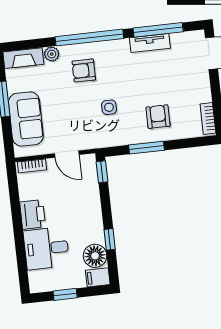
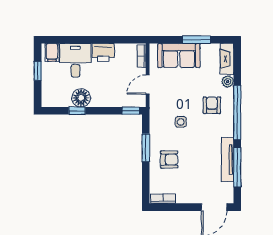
tv unit: (150, 43) -> (228, 160), width x1.41
floor lamp: (95, 256) -> (81, 98), moved
filing cabinet: (98, 277) -> (52, 52), moved, turned 180

